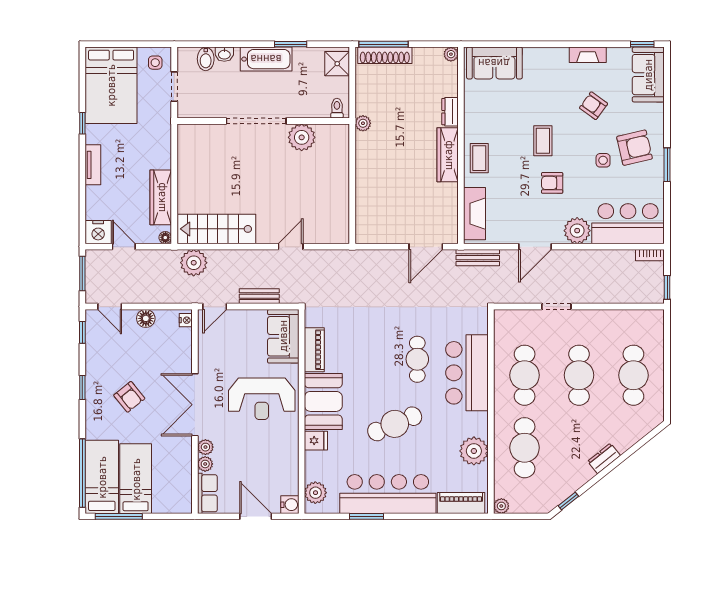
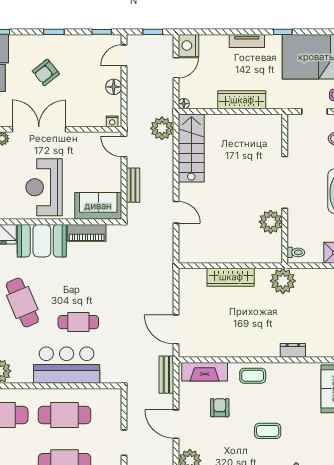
plant: (363, 123) -> (283, 281), width x1.88, depth x1.88
wardrobe: (448, 155) -> (231, 277), moved, turned 180
armchair: (552, 183) -> (220, 408), moved
wardrobe: (161, 197) -> (242, 100), moved
window: (82, 273) -> (153, 32), width x0.67

